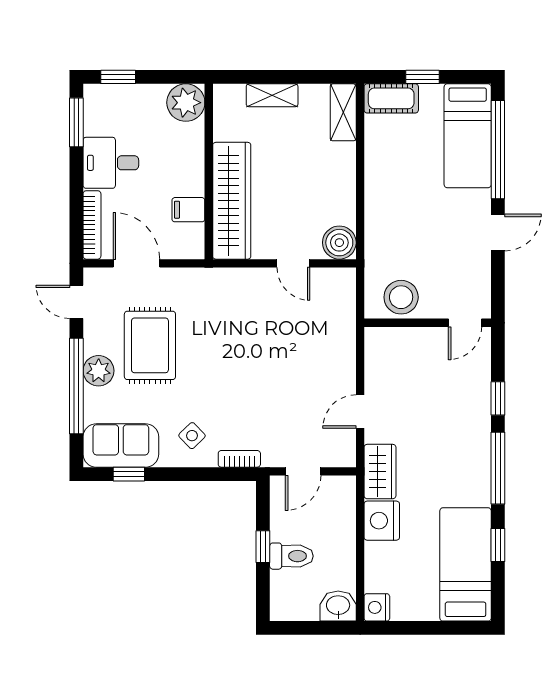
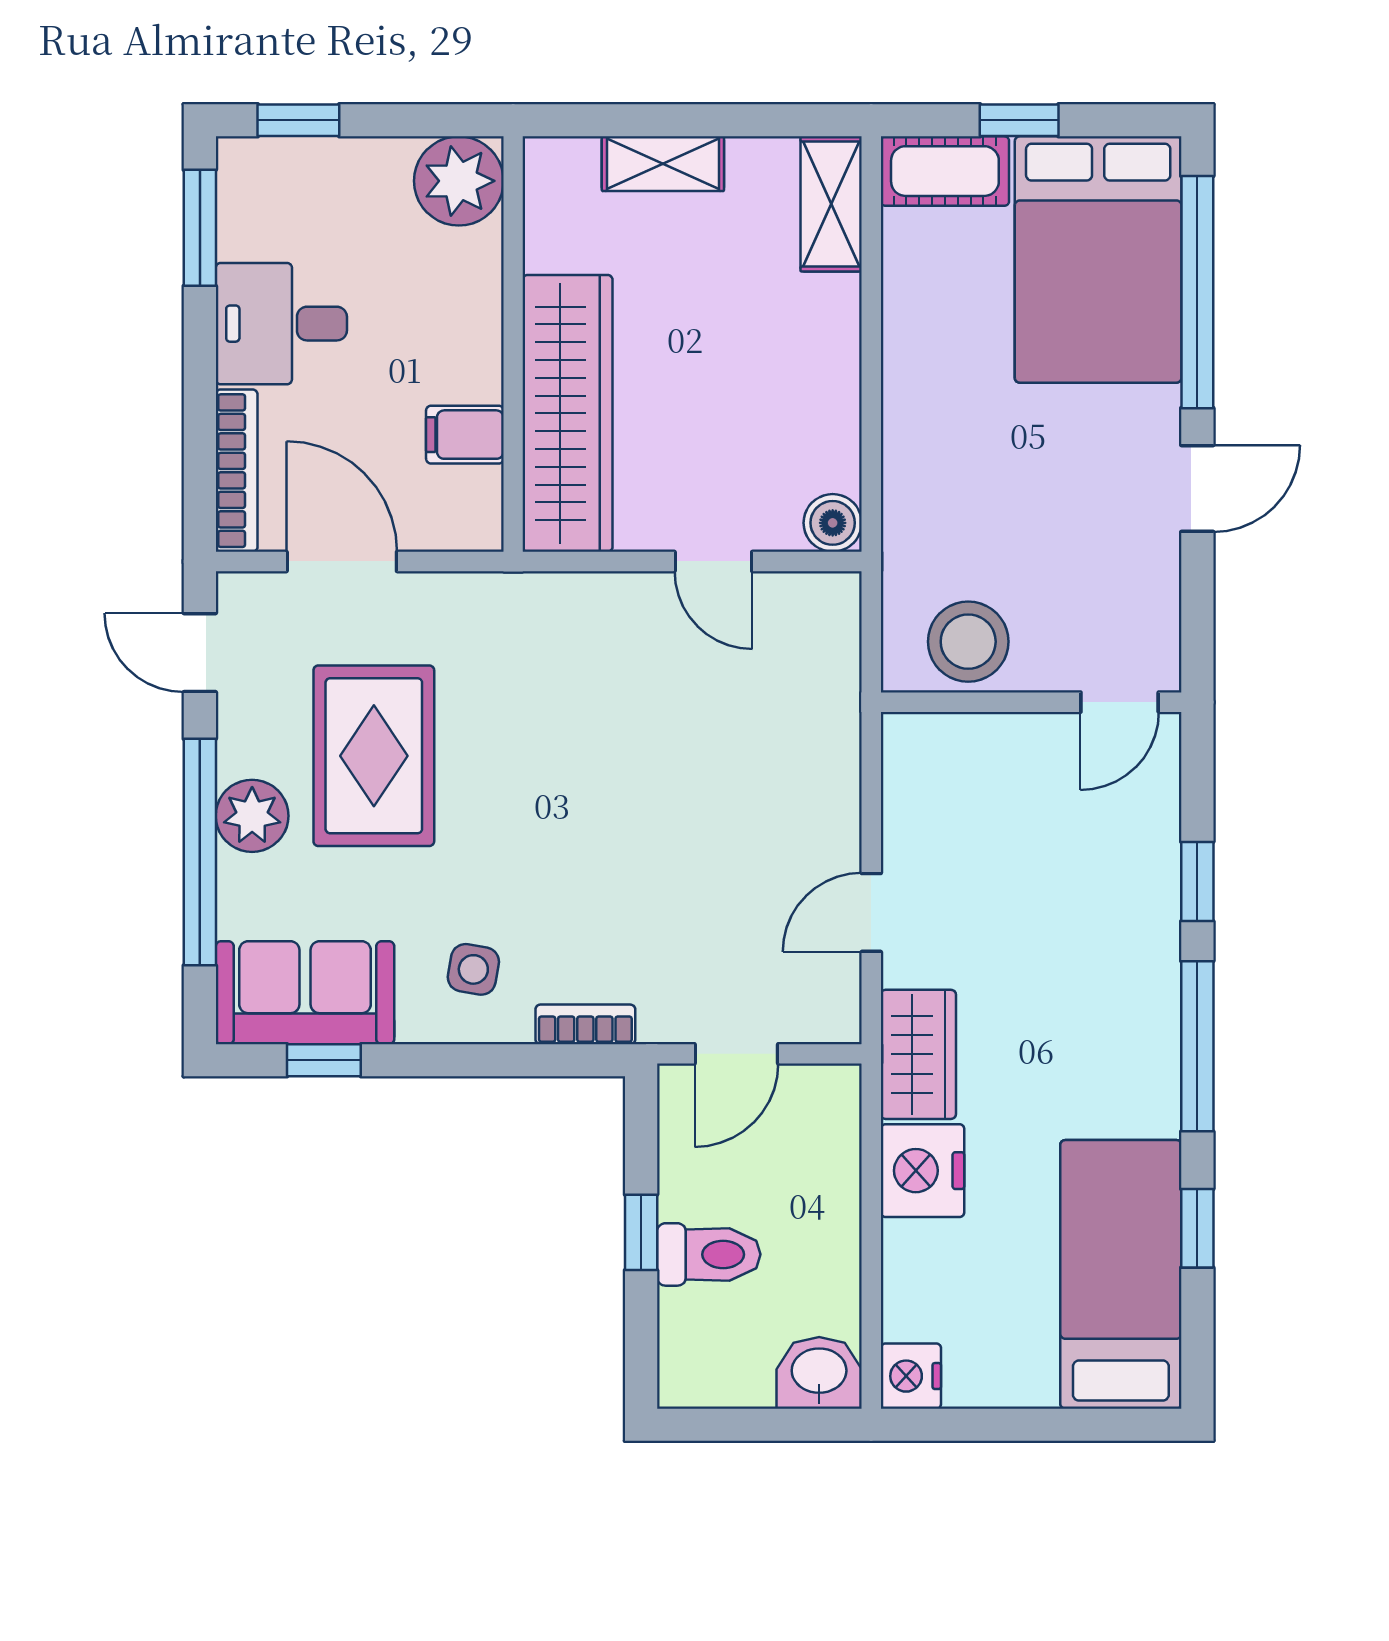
bed: (468, 136) -> (1098, 259), width x1.50
boiler: (339, 243) -> (833, 523), width x0.73, depth x0.73
side table: (192, 436) -> (473, 969), turned -36

